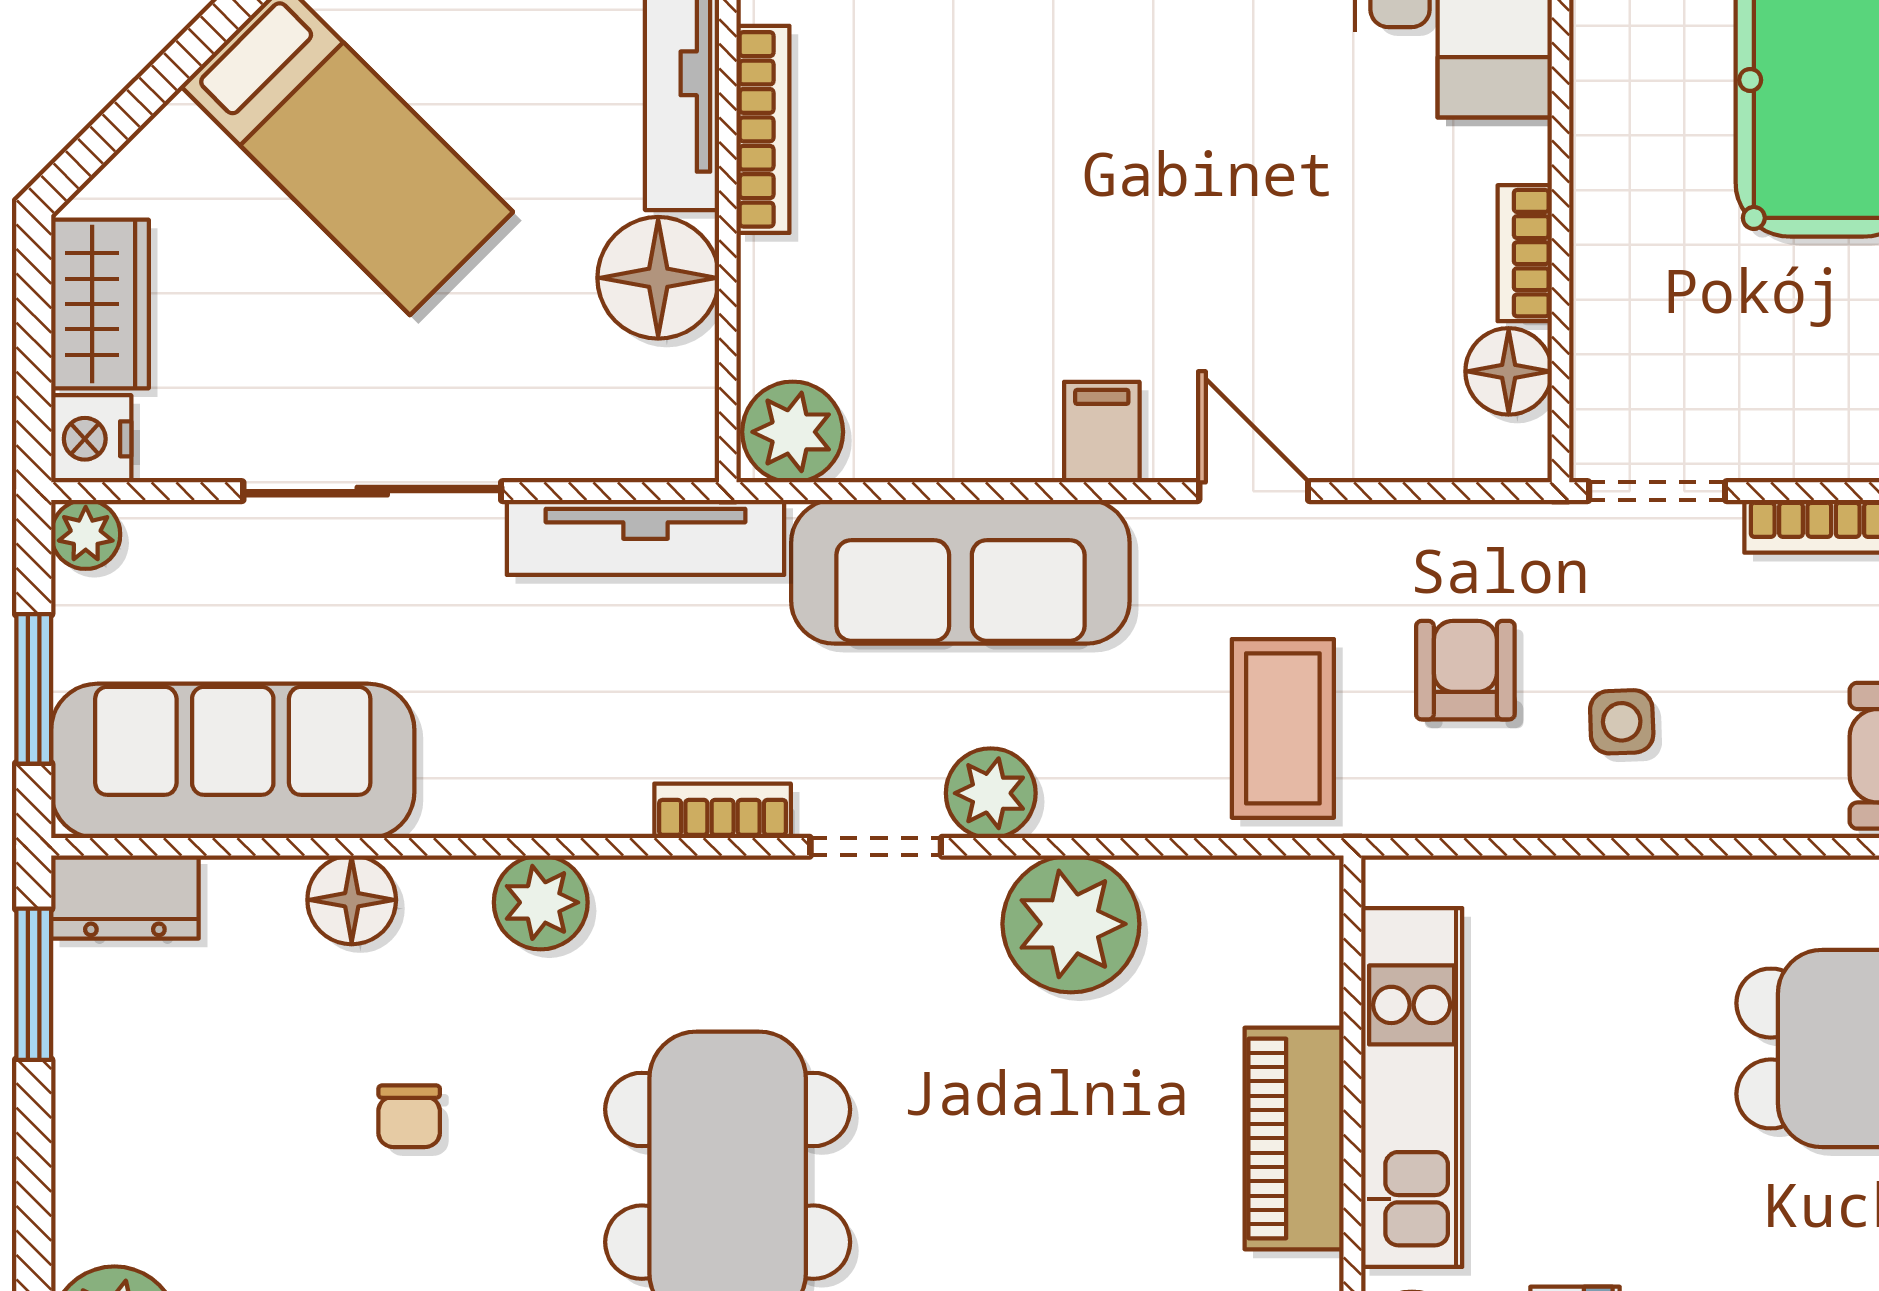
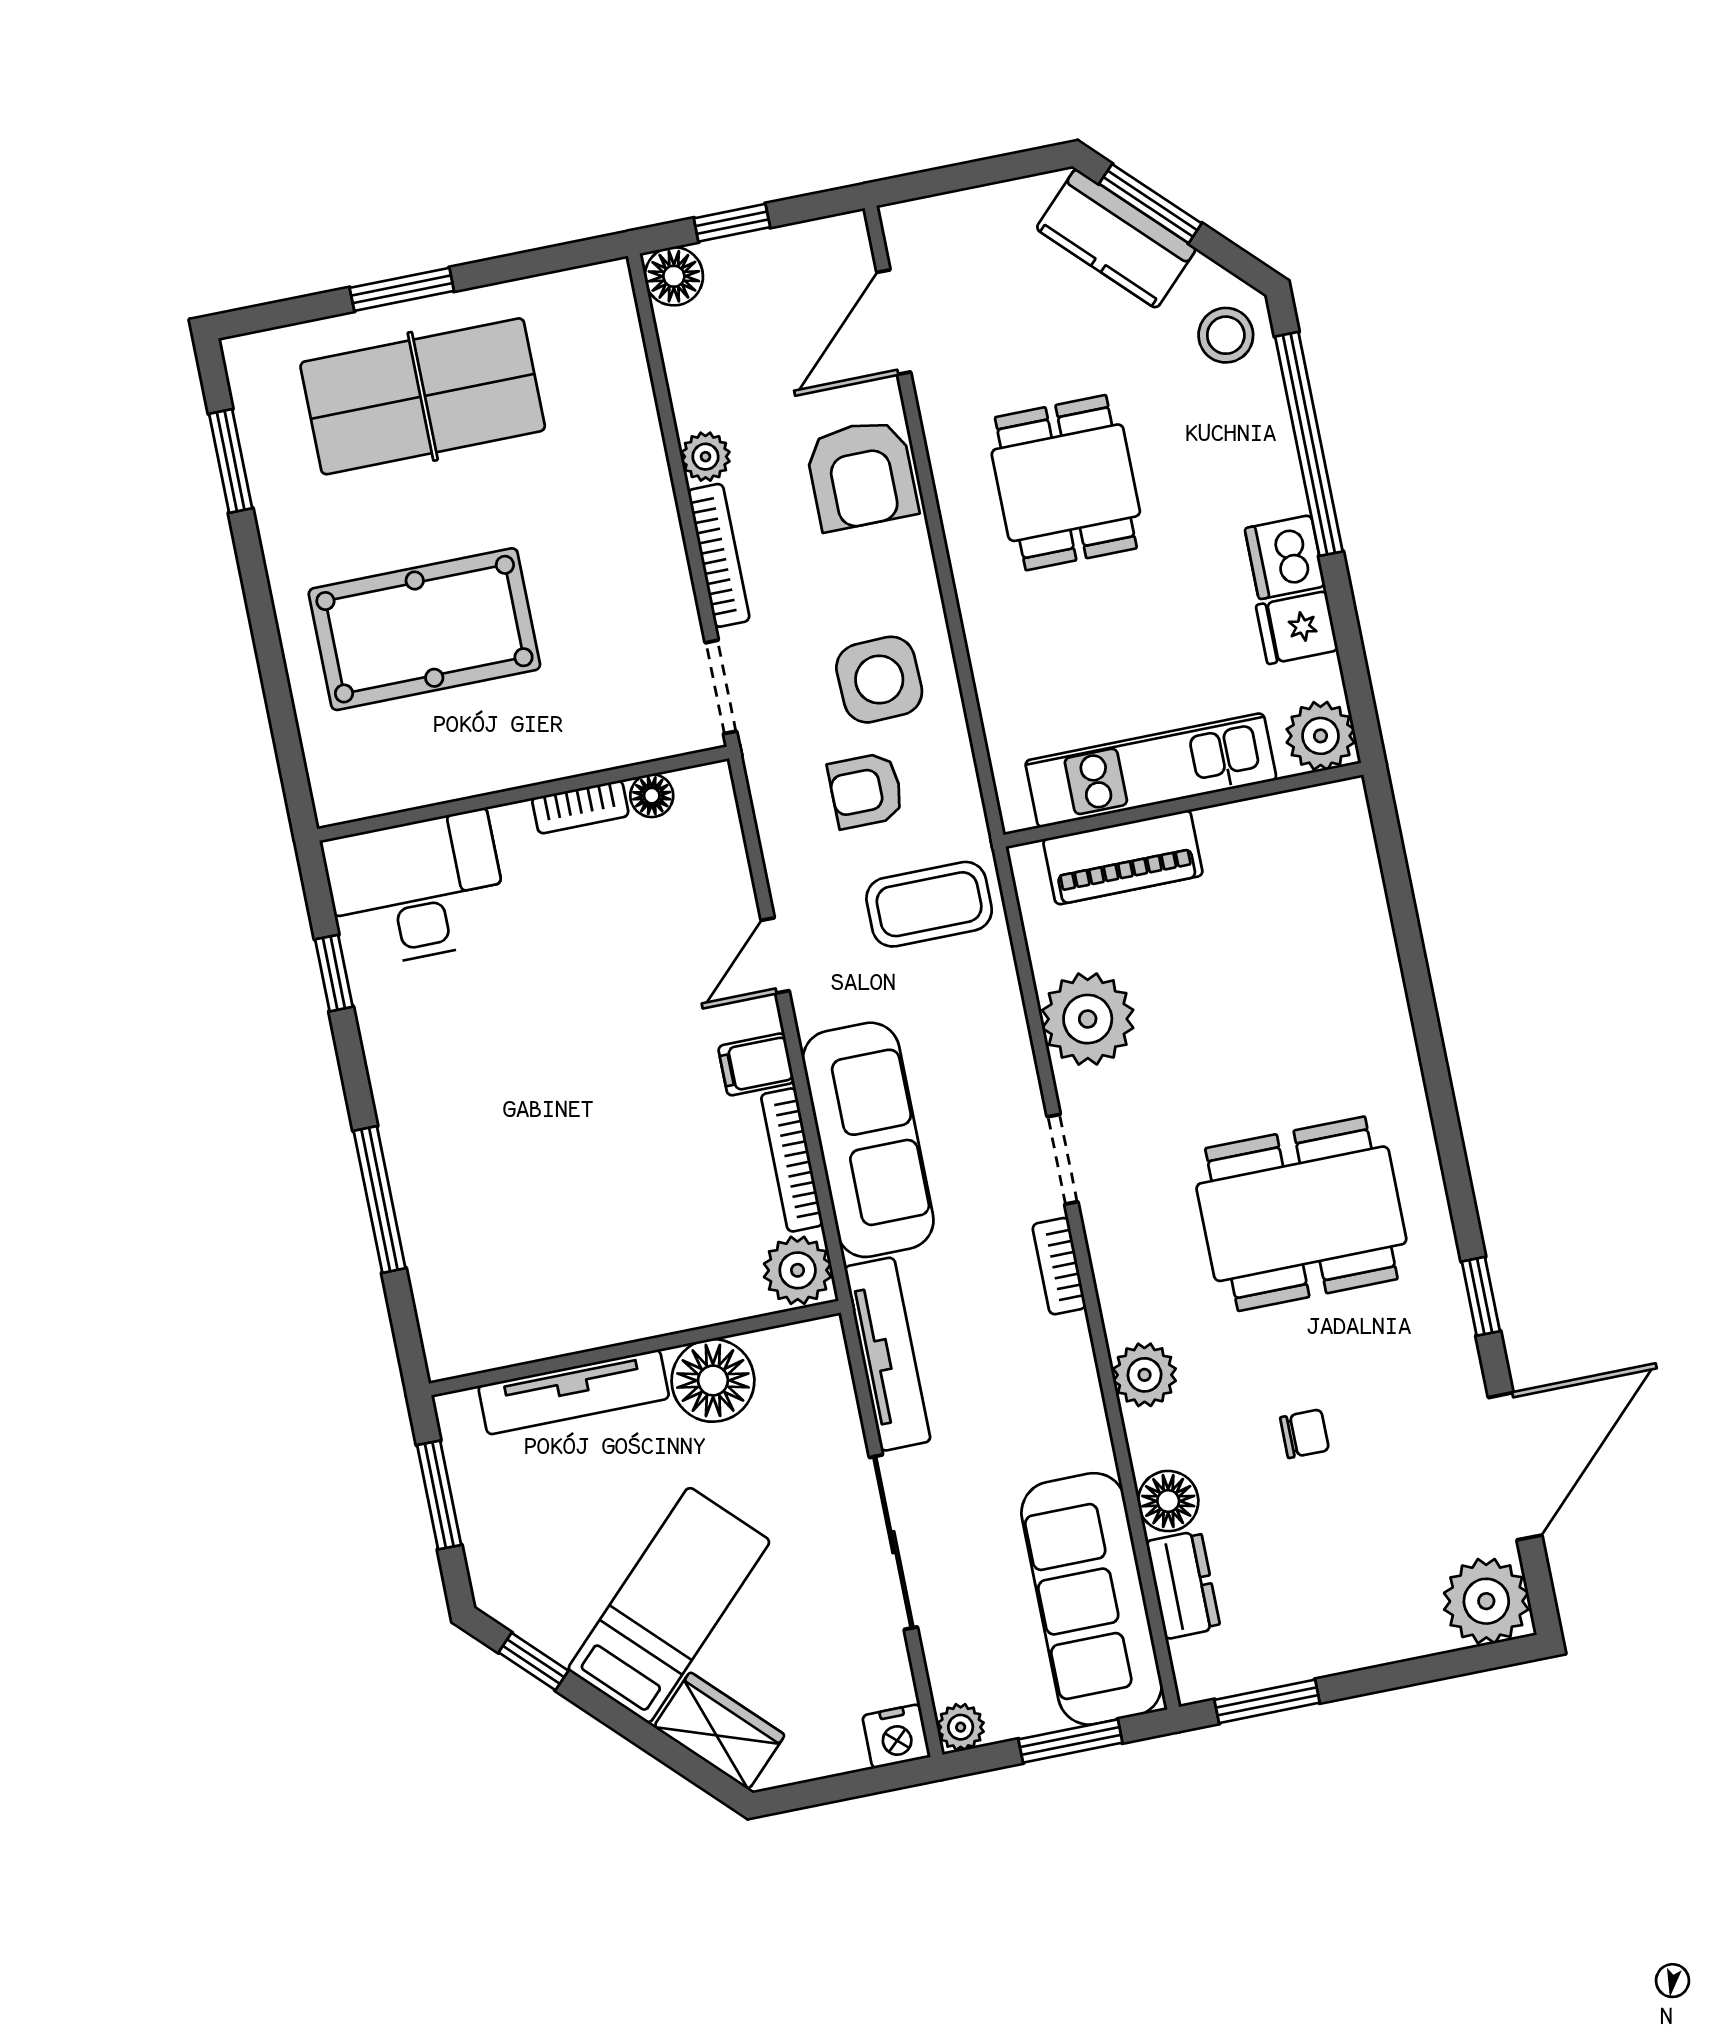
bookcase: (763, 129) -> (792, 1160), moved, turned -90
wardrobe: (100, 304) -> (719, 1731), moved, turned 45
floor lamp: (1509, 371) -> (652, 796), width x0.73, depth x0.73
side table: (1622, 722) -> (879, 680), width x1.87, depth x1.87
plant: (991, 793) -> (1011, 1090), removed
dresser: (125, 897) -> (1183, 1585), moved
piano: (1294, 1138) -> (1123, 857), moved

